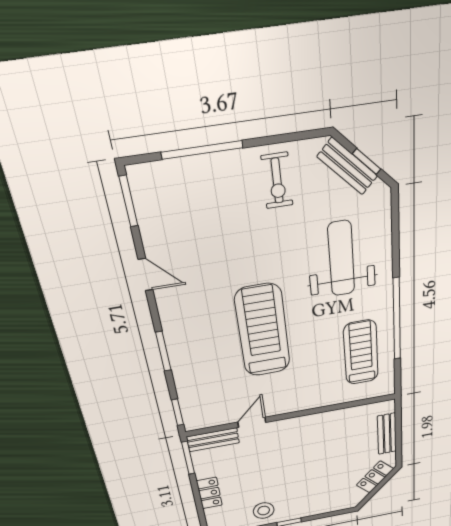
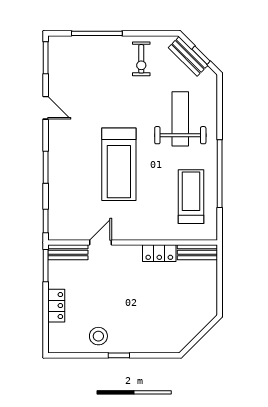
treadmill: (263, 331) -> (119, 164), turned 180
bench: (387, 434) -> (197, 252), moved, turned 90
locker: (375, 477) -> (159, 253), moved, turned -135

